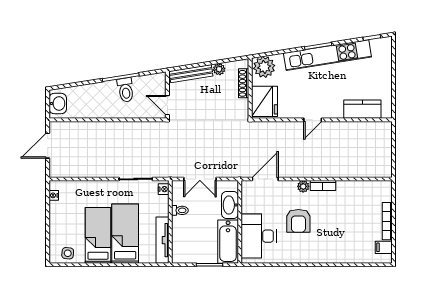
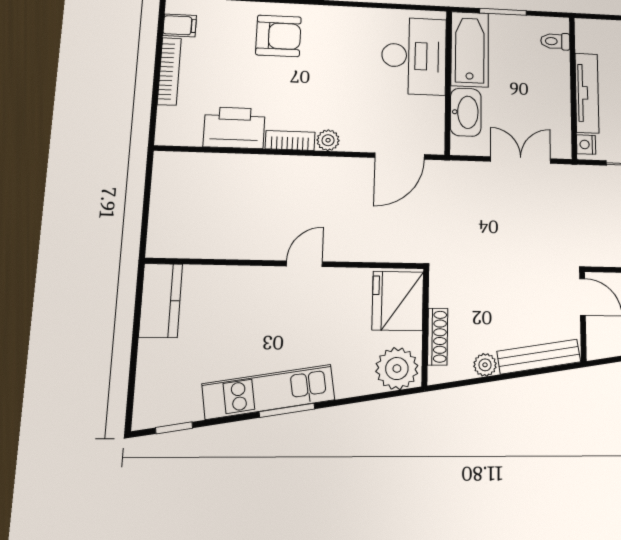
kitchen unit: (327, 55) -> (269, 392), width x0.73
kitchen counter: (362, 109) -> (161, 300), moved, turned -90
printer: (352, 191) -> (234, 128), added
toilet: (180, 210) -> (555, 41), moved
armchair: (298, 221) -> (278, 36), moved, turned 90
tv unit: (163, 240) -> (587, 93), moved

